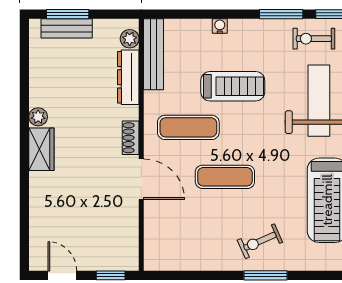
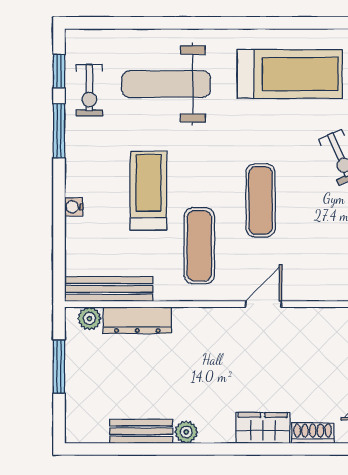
window: (68, 14) -> (59, 367), moved
bench: (67, 28) -> (141, 431), moved, turned 90
shoe rack: (131, 138) -> (313, 433), moved, turned 180
wardrobe: (41, 149) -> (263, 428), moved
door: (141, 179) -> (264, 304), width x0.73

